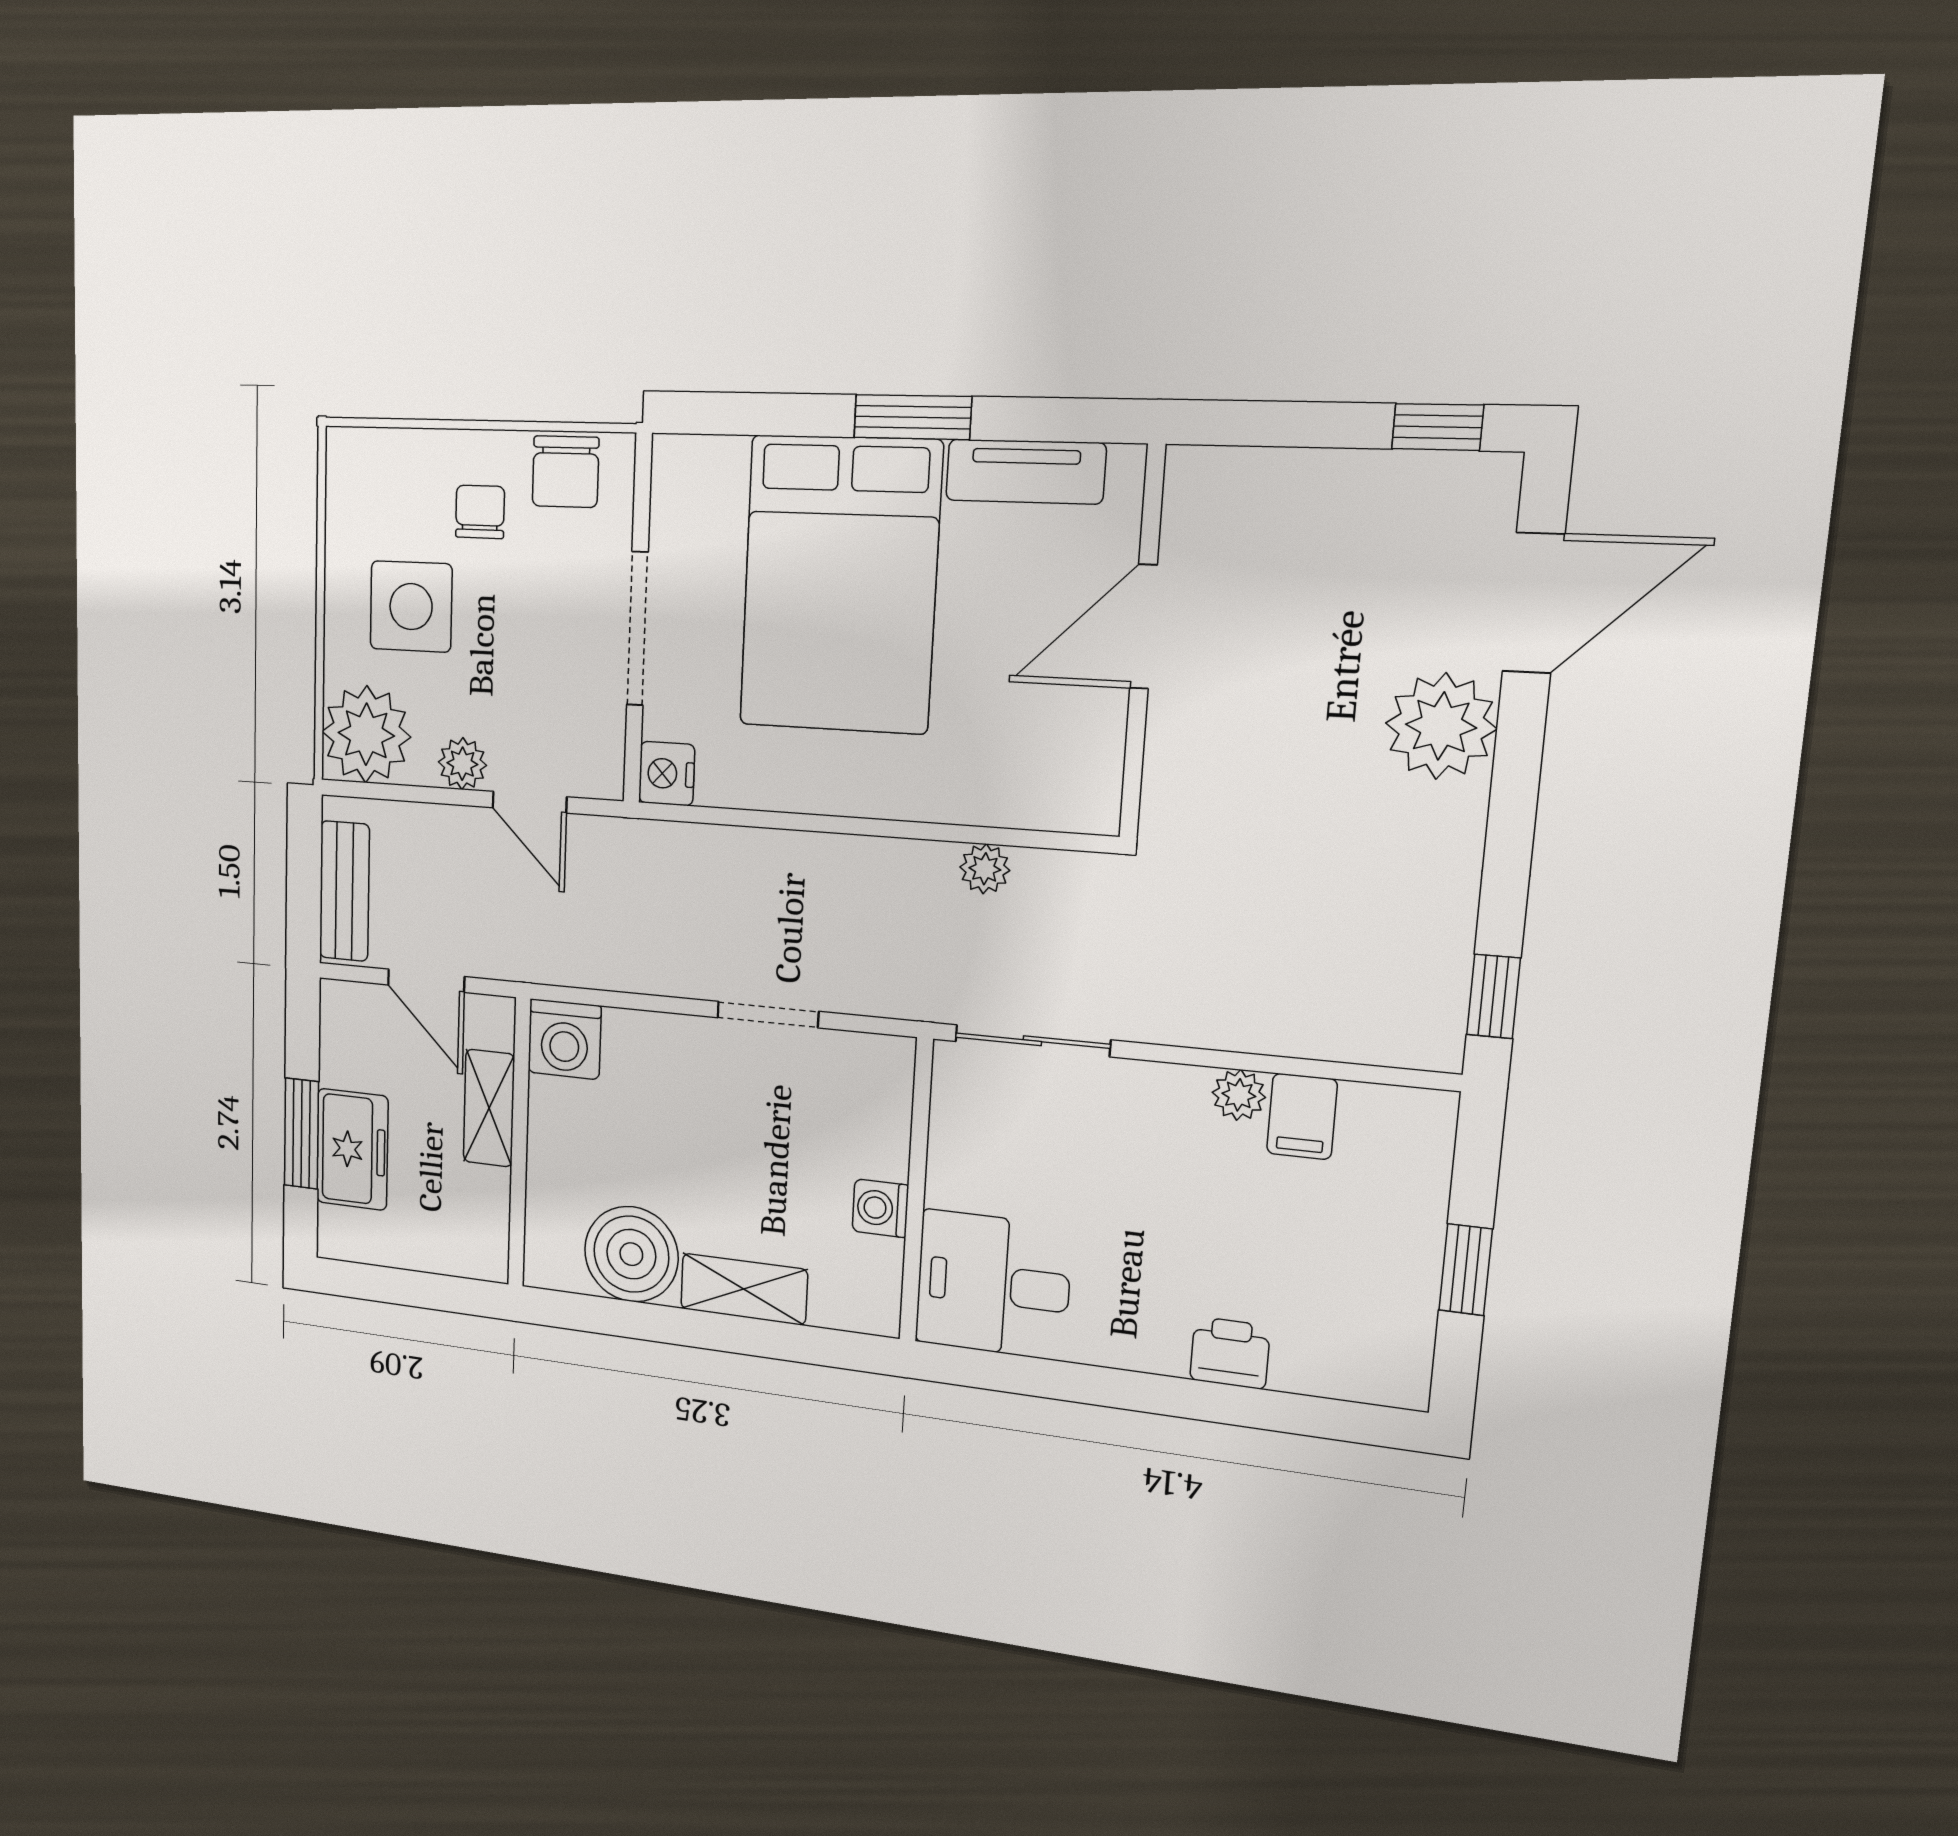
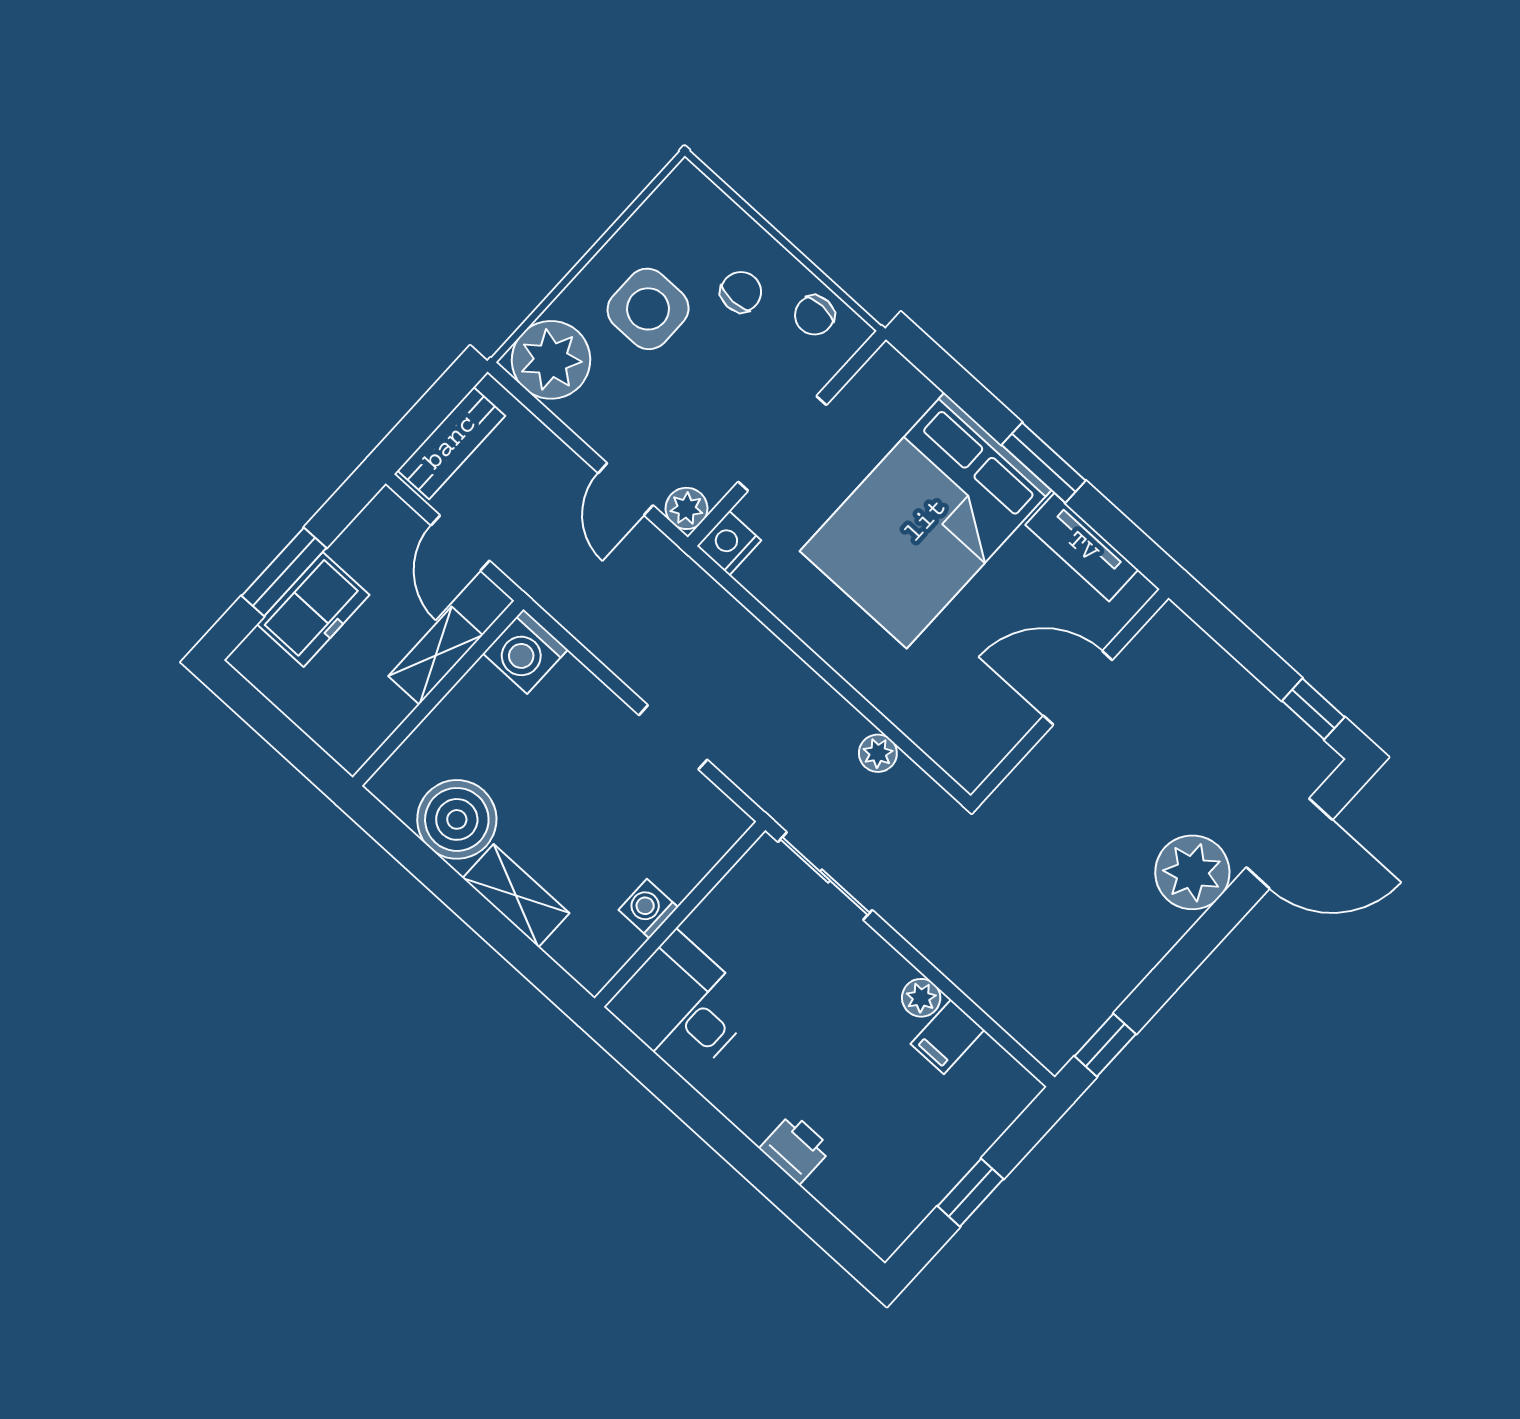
chair: (565, 472) -> (814, 315), width x0.73, depth x0.73
plant: (462, 764) -> (686, 508), moved

